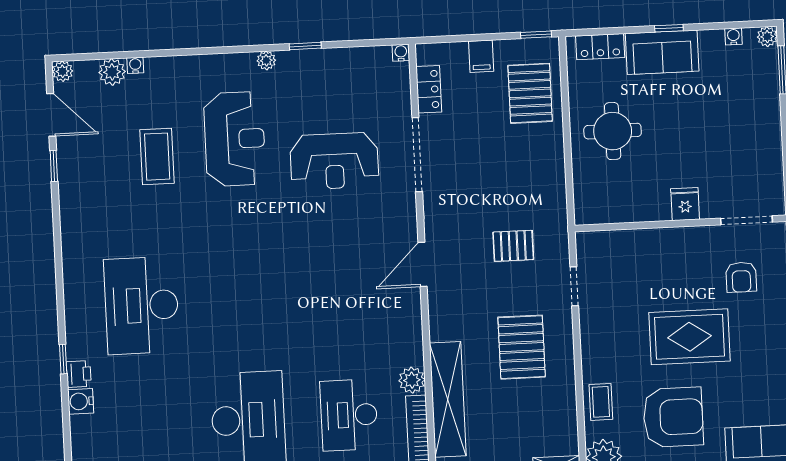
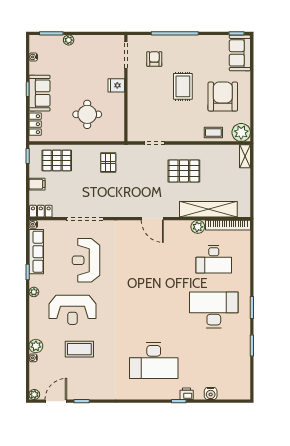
plant: (767, 37) -> (69, 40), moved
row of seats: (347, 61) -> (36, 252), added
plant: (112, 72) -> (36, 346), moved
locker: (429, 89) -> (41, 211), moved
round table: (613, 131) -> (87, 114), moved
reception desk: (235, 139) -> (72, 310), turned 180
reception desk: (334, 161) -> (86, 260), turned 180
pallet: (513, 246) -> (108, 163), moved
door: (423, 264) -> (152, 219), moved
armchair: (741, 277) -> (154, 59), turned -90
rug: (690, 337) -> (183, 86), width x0.73, depth x0.70
water cooler: (81, 401) -> (211, 393), moved

